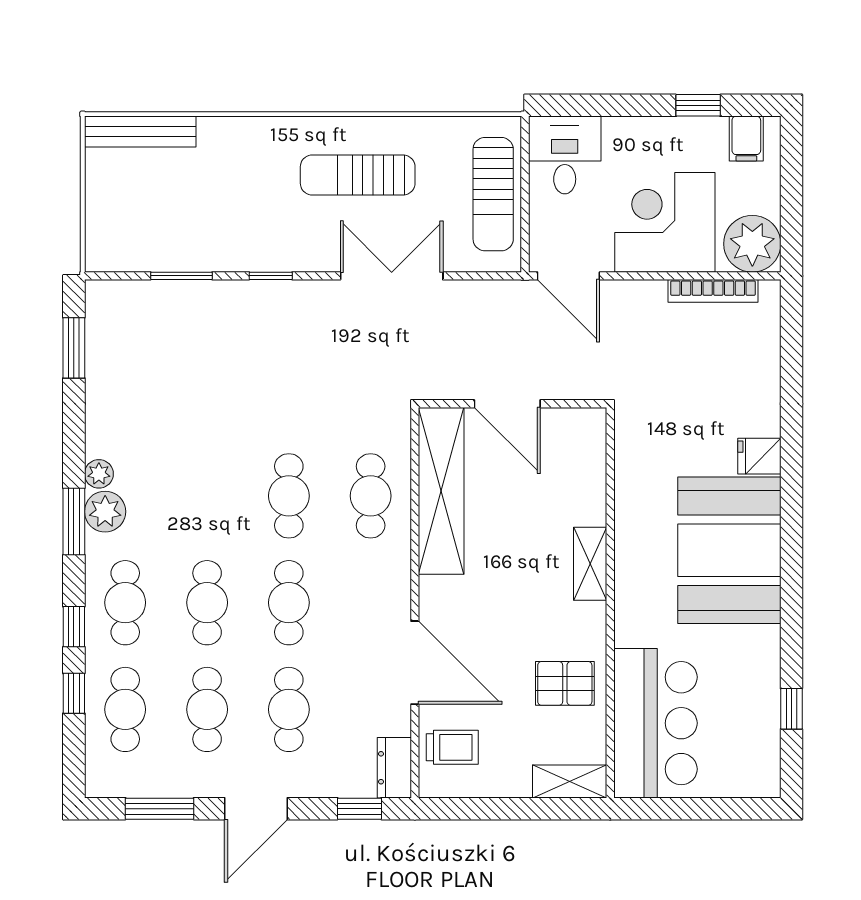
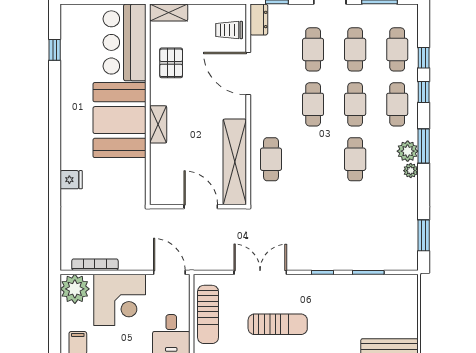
sun lounger: (493, 194) -> (208, 314), turned 180
double door: (392, 276) -> (260, 272), swing flipped
cafe table: (289, 496) -> (355, 159), moved
booth: (729, 550) -> (120, 120), moved
pallet: (565, 683) -> (171, 63), turned 90

